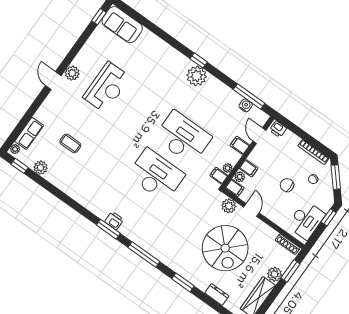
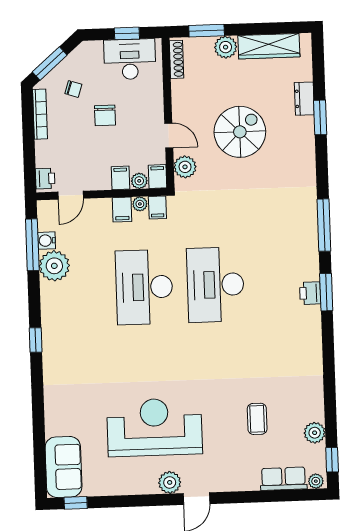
plant: (197, 76) -> (54, 266), moved
reception desk: (107, 87) -> (154, 427), width x1.36, depth x1.30
filing cabinet: (240, 145) -> (122, 210), moved
door: (251, 210) -> (169, 135), swing flipped
window: (329, 217) -> (127, 33), moved
spiral stairs: (225, 248) -> (240, 132), width x0.73, depth x0.73
window: (183, 282) -> (320, 117), moved

